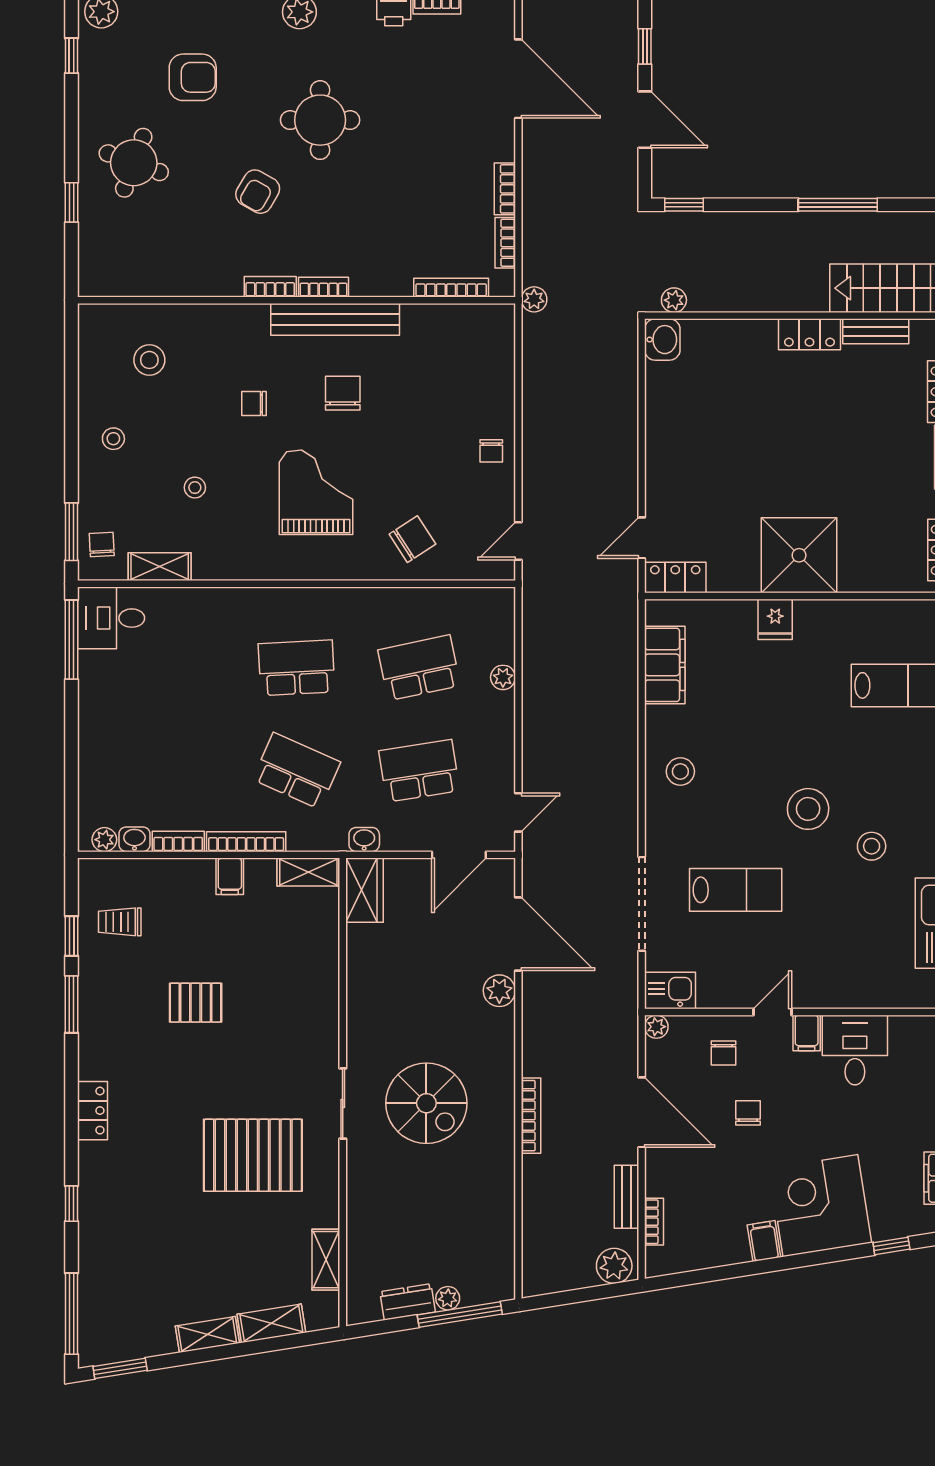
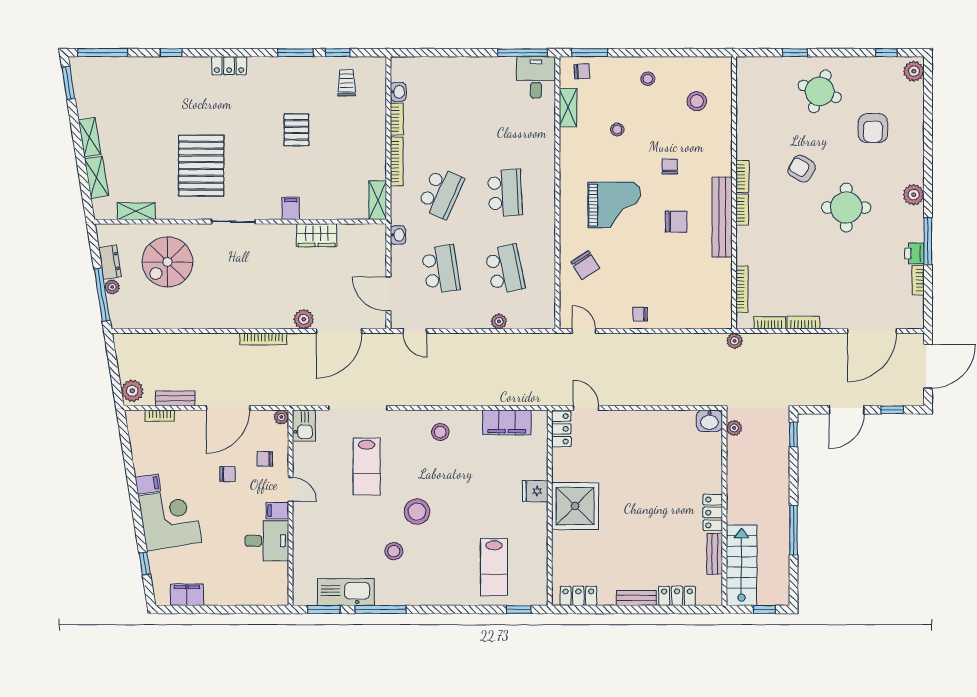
plant: (104, 840) -> (398, 73), removed
filing cabinet: (230, 876) -> (291, 208), moved, turned 90
wardrobe: (364, 890) -> (317, 235), moved
spiral stairs: (426, 1103) -> (167, 262), moved
bookcase: (531, 1116) -> (263, 339), moved

